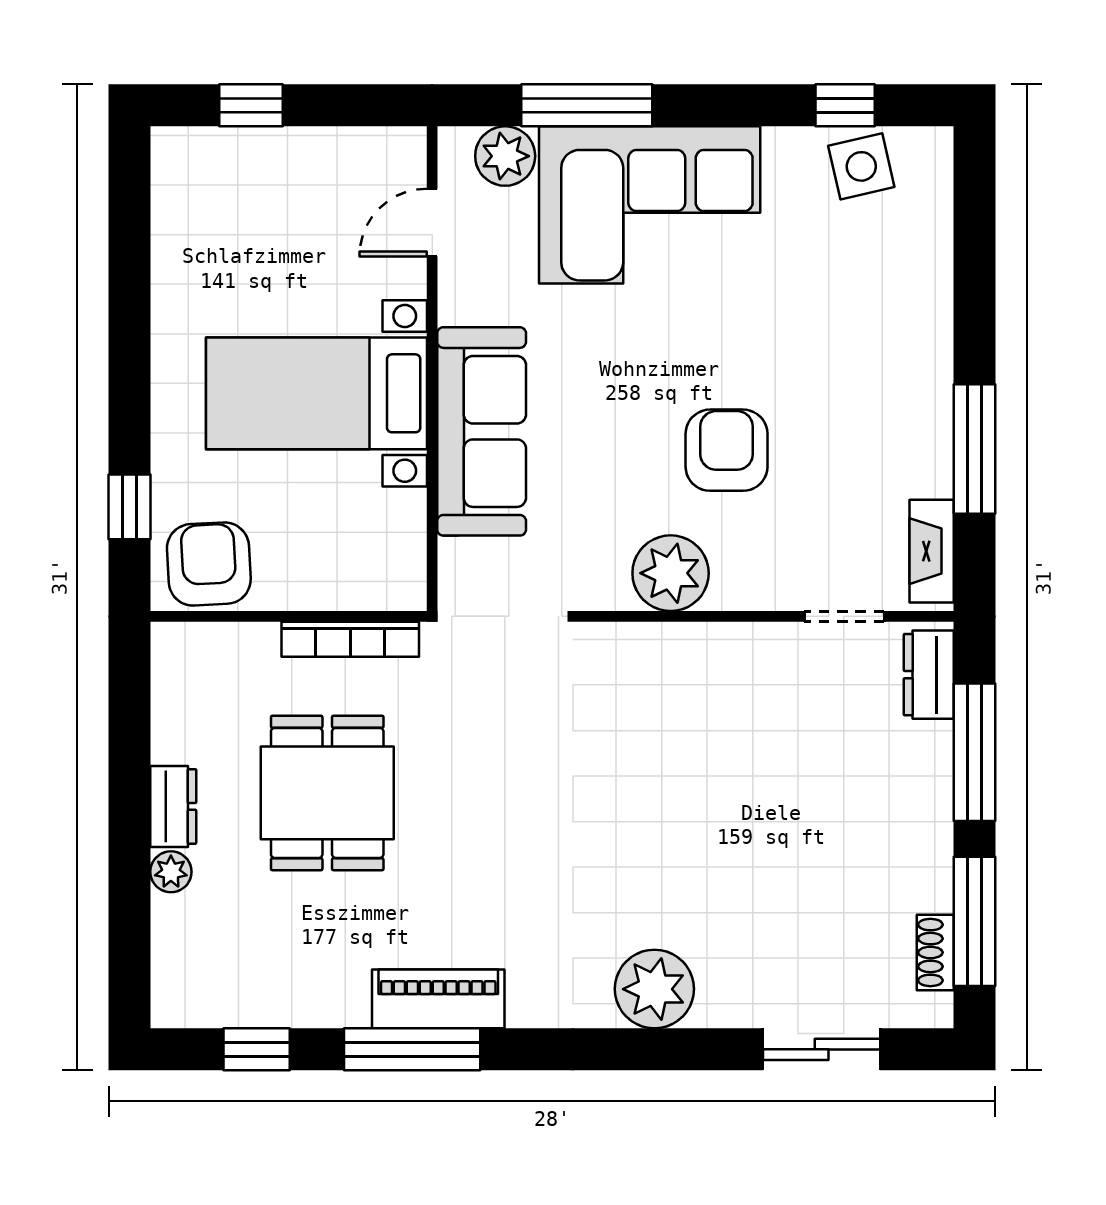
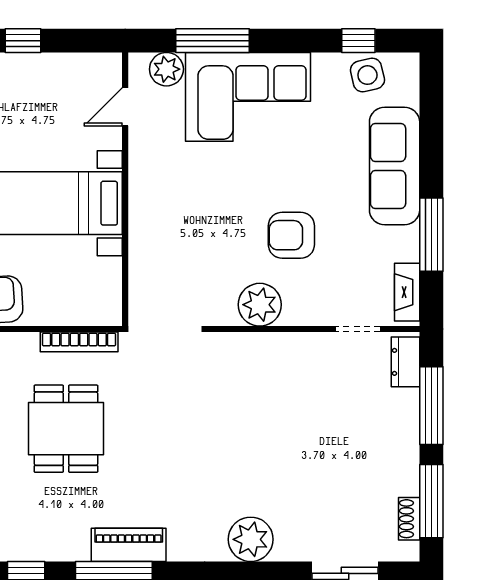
sofa: (482, 431) -> (395, 166), moved, turned 180
armchair: (727, 450) -> (291, 235), turned -90

